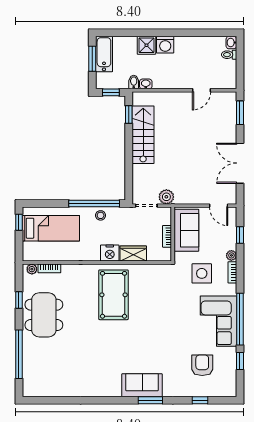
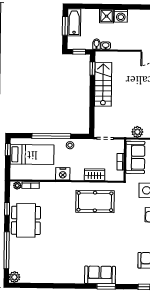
plant: (166, 197) -> (137, 132), moved
window: (94, 204) -> (51, 136), moved
nightstand: (110, 253) -> (63, 174), moved
pool table: (113, 295) -> (95, 202), moved, turned 90
plant: (30, 389) -> (14, 277), added

